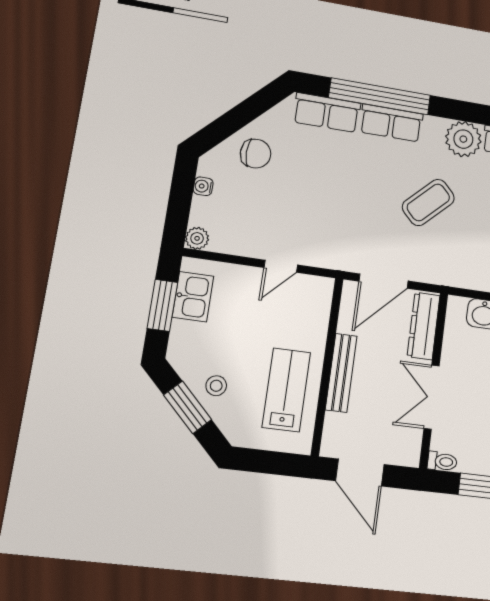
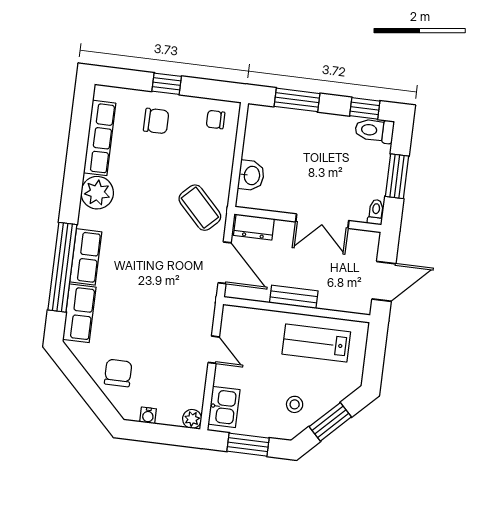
coffee table: (428, 202) -> (200, 208), moved
kitchen sink: (193, 297) -> (224, 407), moved, turned 90
dresser: (424, 326) -> (254, 227), width x0.70
bench: (341, 373) -> (294, 297), width x0.73
stool: (216, 386) -> (295, 404), moved

